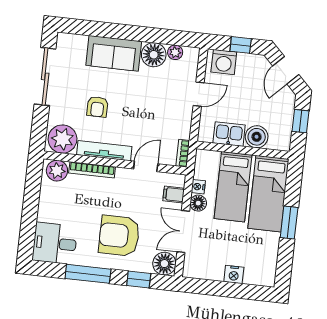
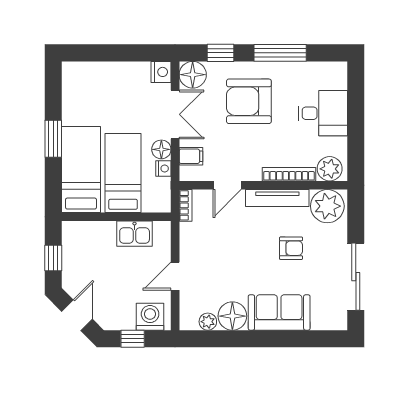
armchair: (97, 107) -> (291, 248), turned 90
boiler: (257, 137) -> (102, 234), removed
armchair: (119, 236) -> (249, 101), turned 180
desk: (55, 243) -> (323, 113), moved
nightstand: (234, 275) -> (161, 72), moved, turned 90

